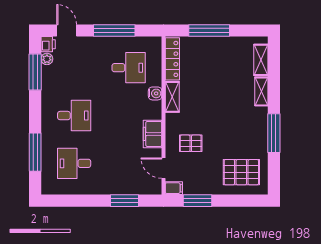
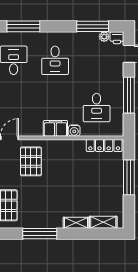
shelving: (172, 97) -> (71, 145), removed
filing cabinet: (152, 134) -> (55, 128), moved
pallet: (191, 143) -> (31, 161), width x1.50, depth x1.42

